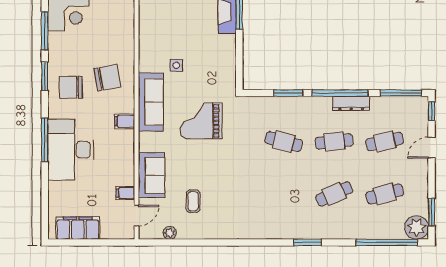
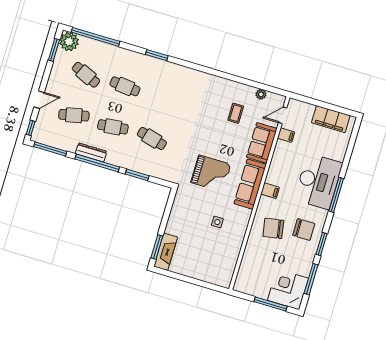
sofa: (151, 102) -> (250, 184), moved
cafe table: (334, 194) -> (125, 86), turned 30
cafe table: (385, 194) -> (86, 75), turned 39

